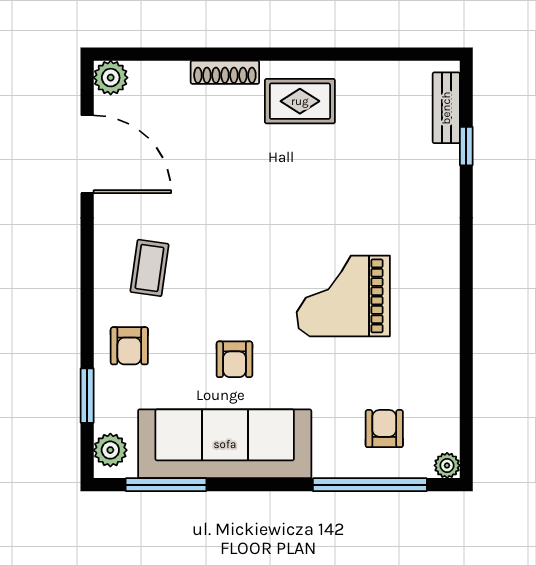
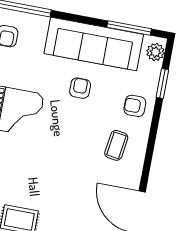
armchair: (129, 346) -> (135, 106), turned -90

